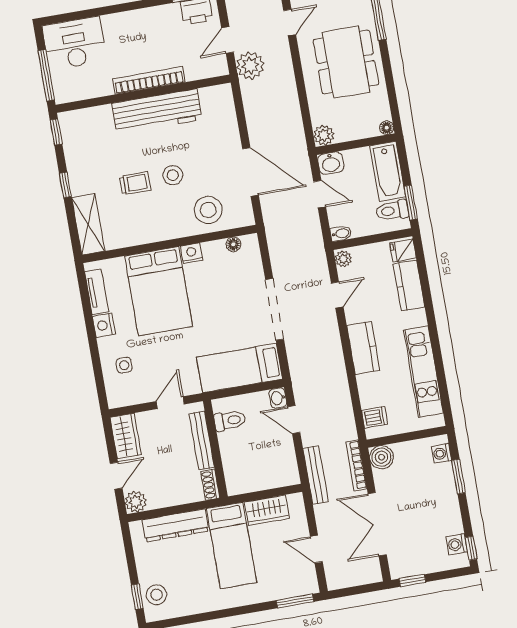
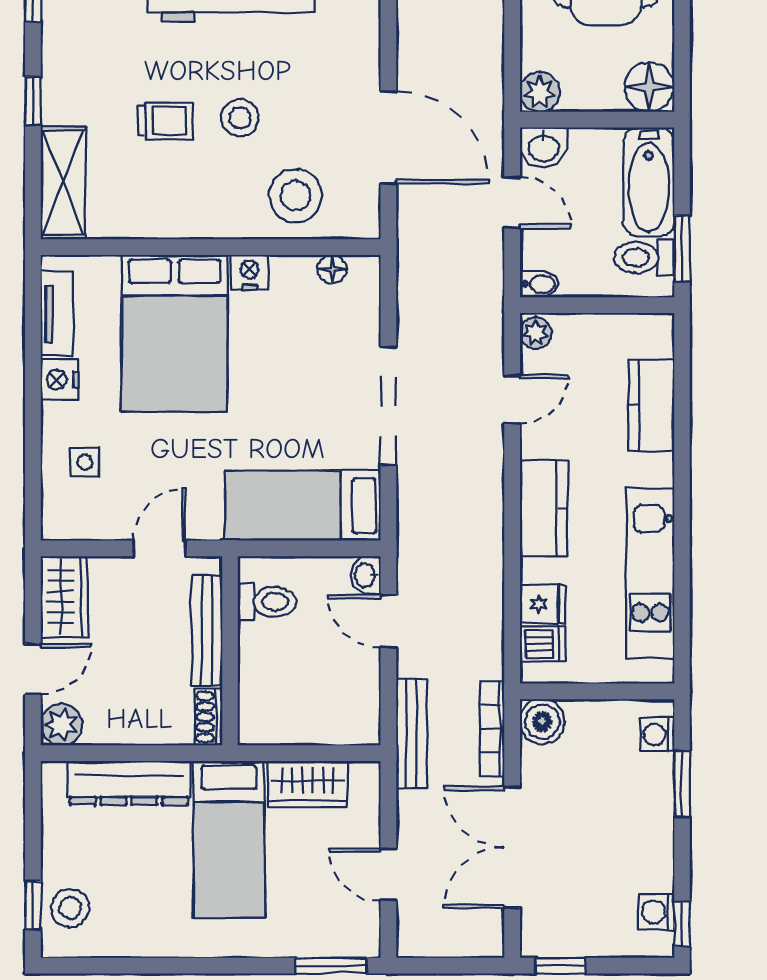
floor lamp: (387, 128) -> (649, 87), width x1.89, depth x1.89
fridge: (403, 250) -> (543, 604), moved, turned 180

